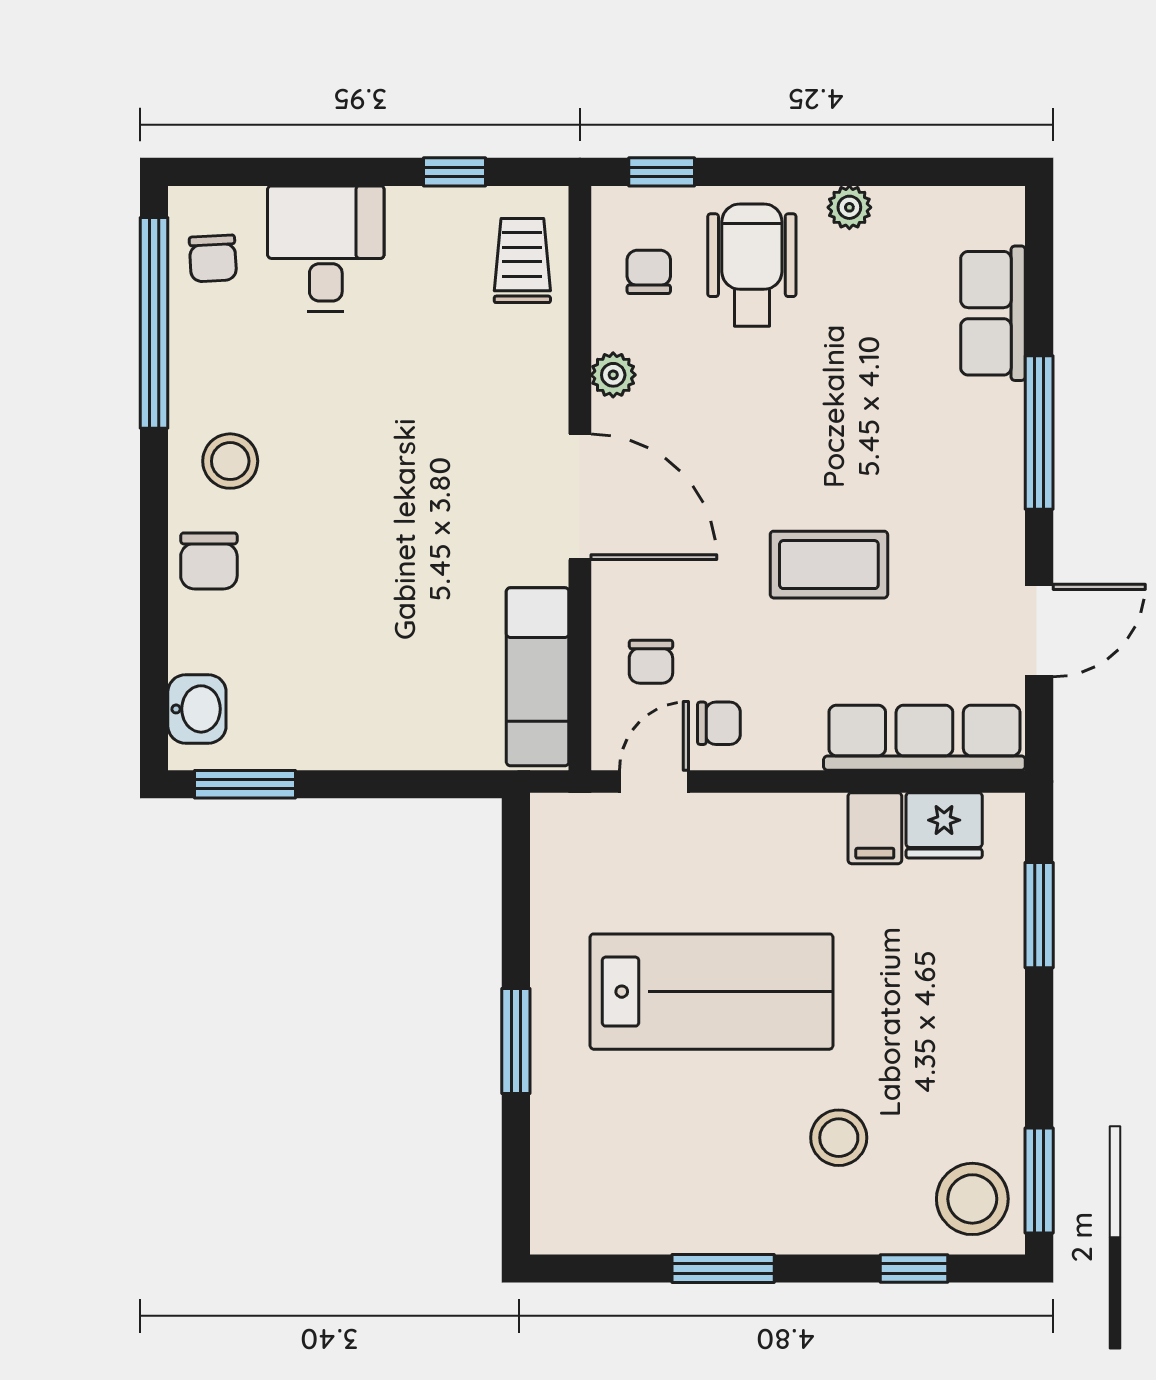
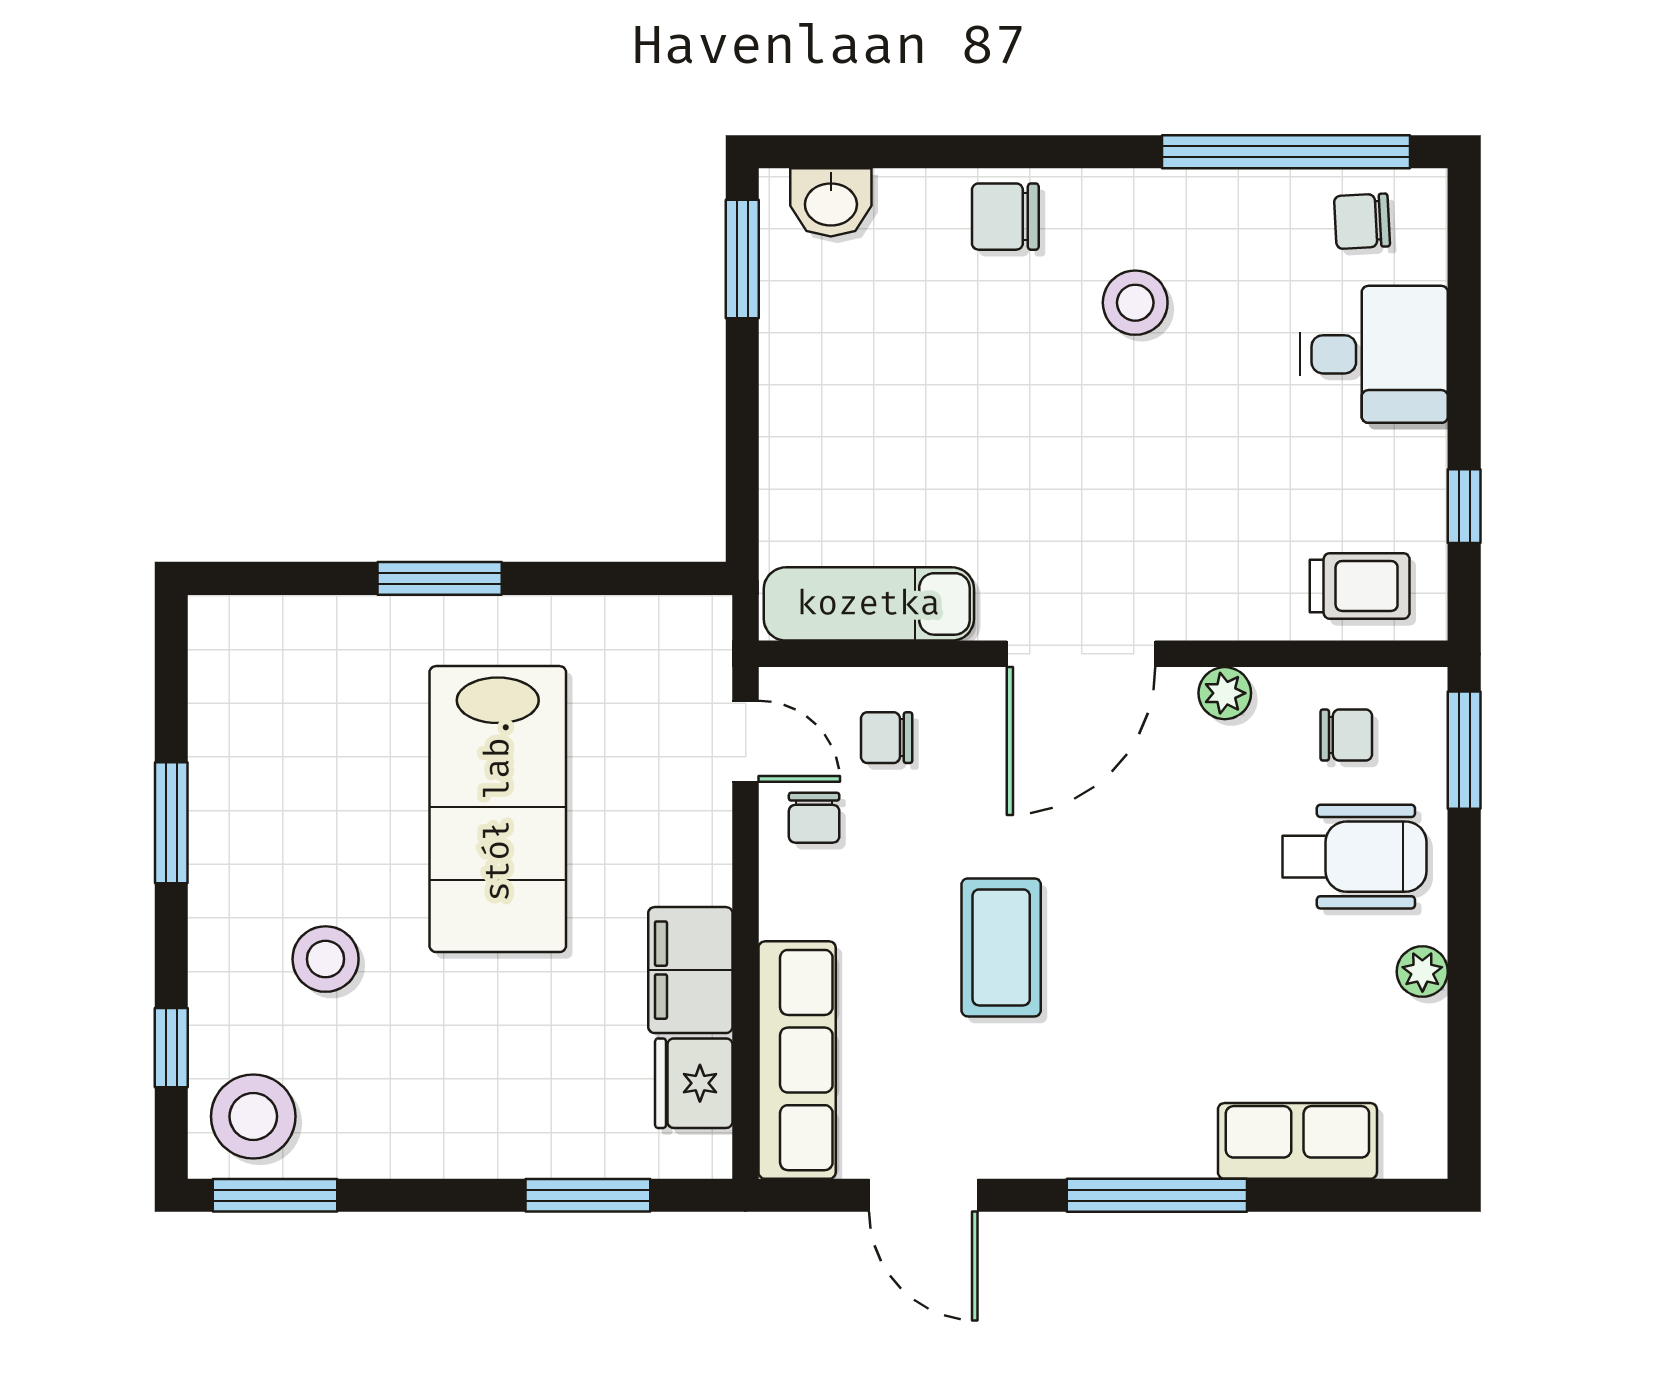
window: (662, 172) -> (1464, 750), width x1.50
stool: (230, 461) -> (1135, 303), moved
filing cabinet: (875, 828) -> (690, 970), width x2.00

